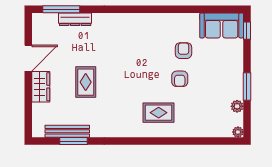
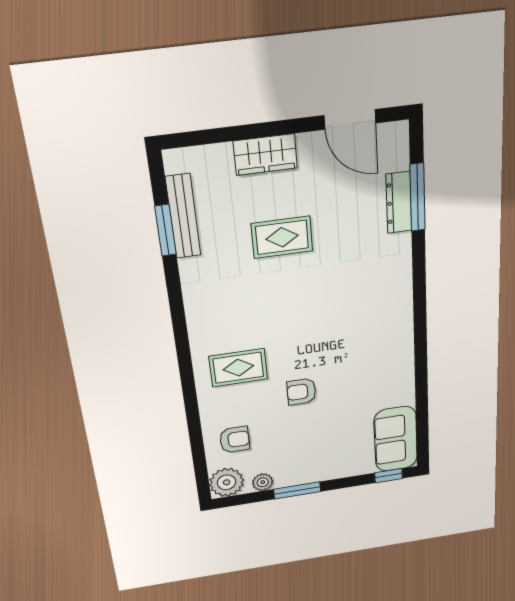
window: (61, 9) -> (417, 197), moved
armchair: (183, 51) -> (235, 440), moved
door: (28, 58) -> (350, 119), moved
rug: (159, 113) -> (238, 368), turned 90
plant: (238, 132) -> (227, 482), width x1.87, depth x1.87

